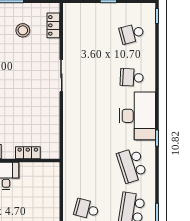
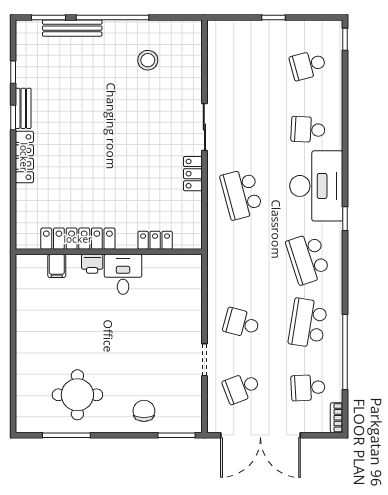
locker: (53, 25) -> (193, 174), moved
school desk: (87, 121) -> (241, 194), added

